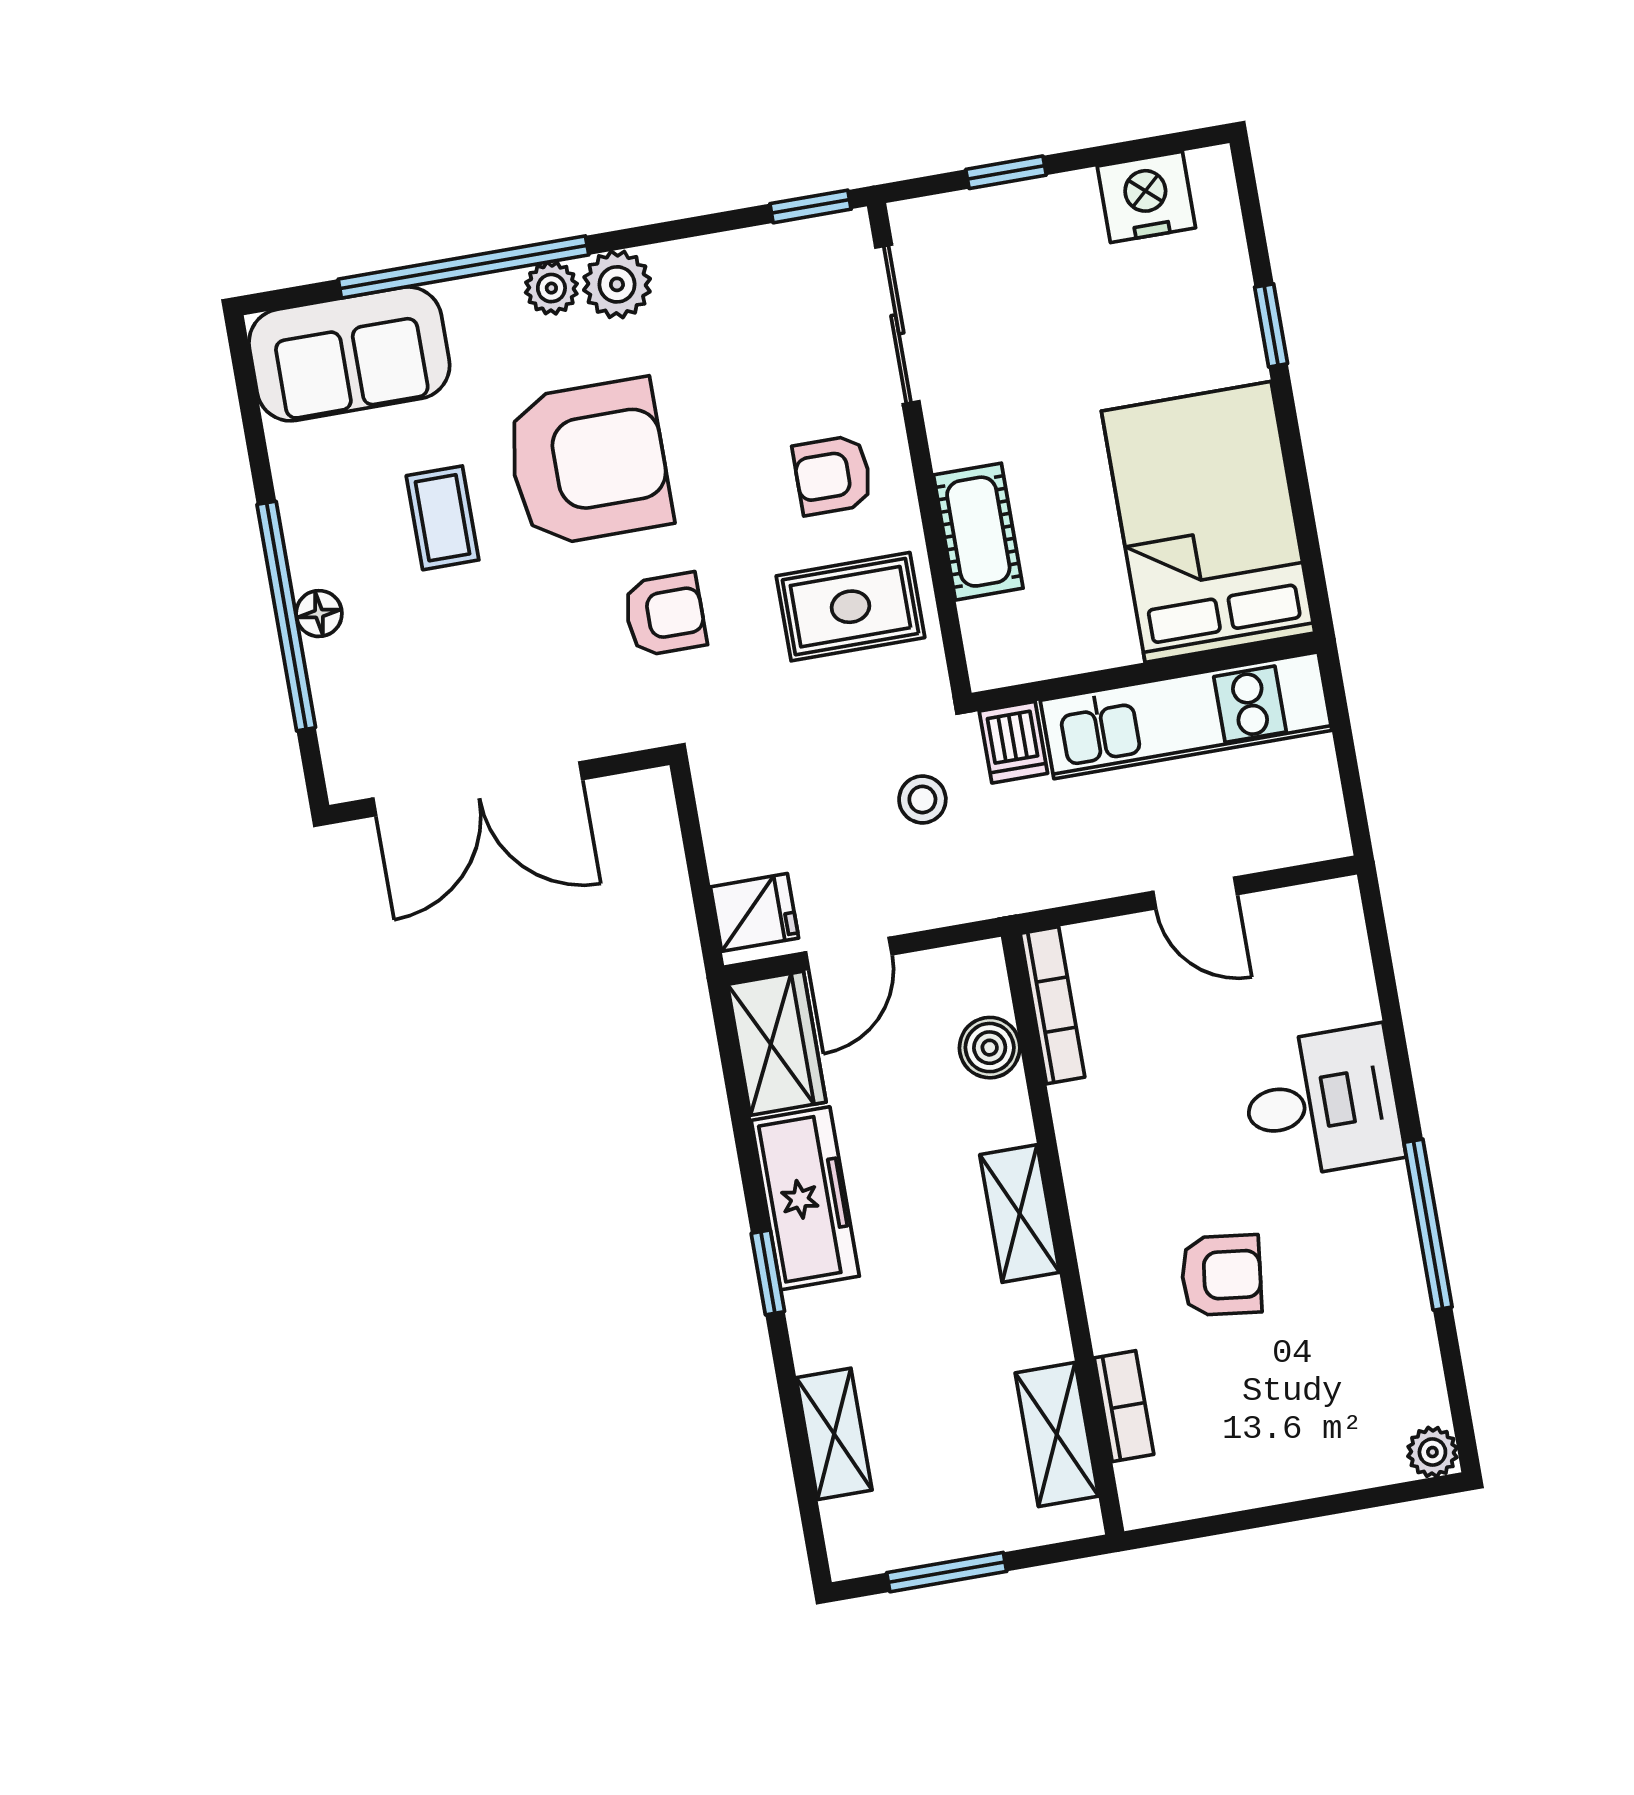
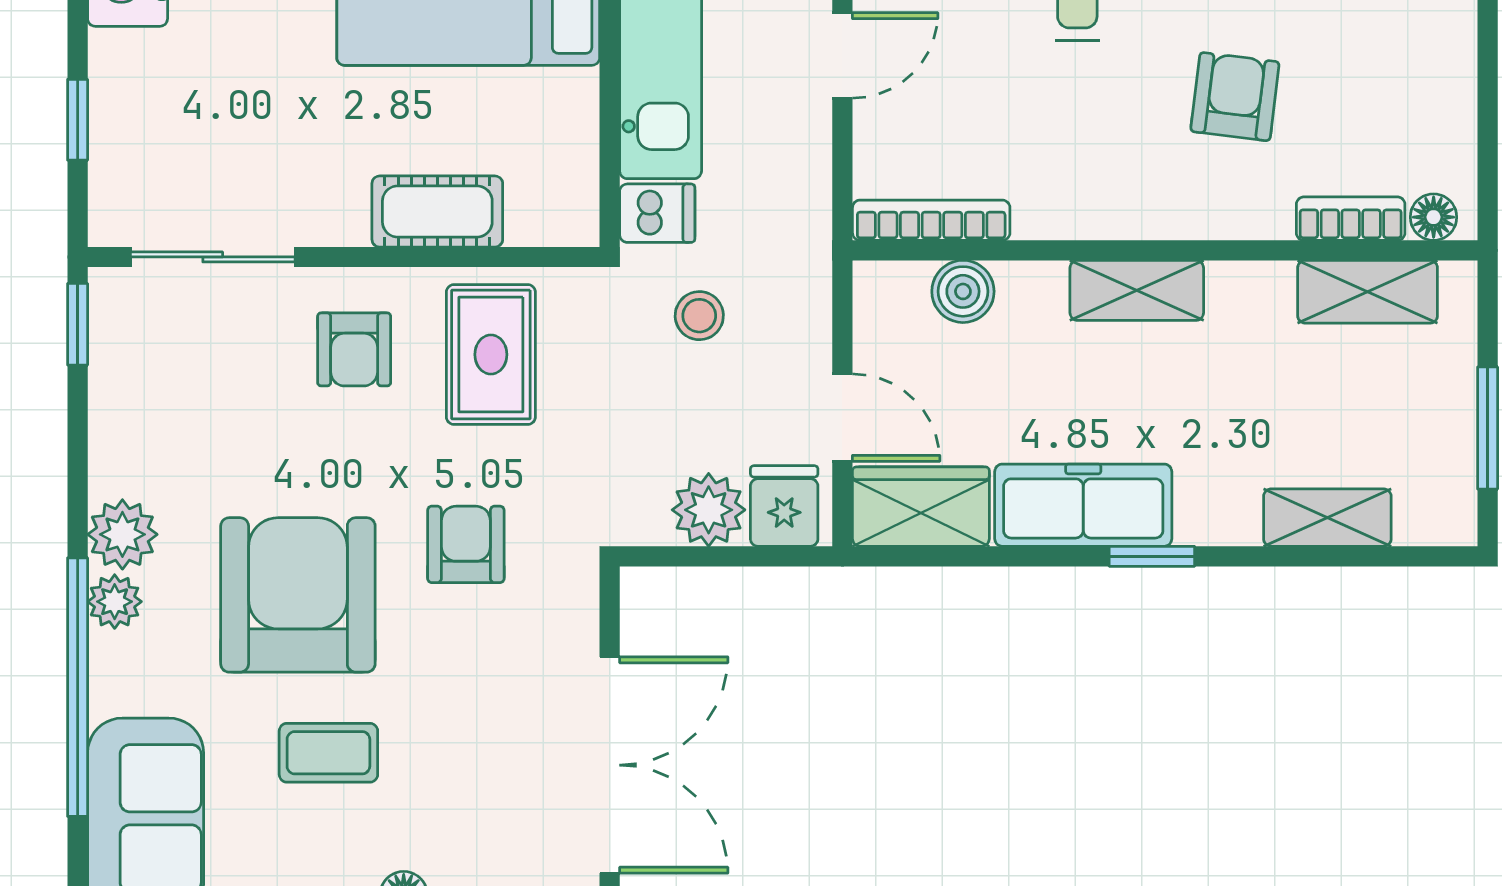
plant: (738, 841) -> (709, 510), added
floor lamp: (1139, 1485) -> (1434, 217), added

